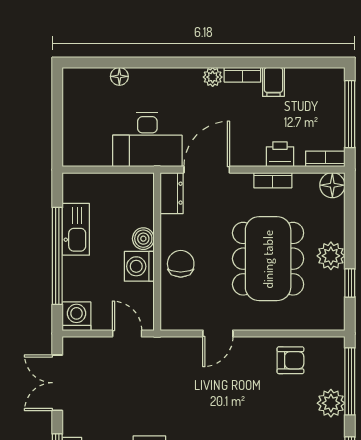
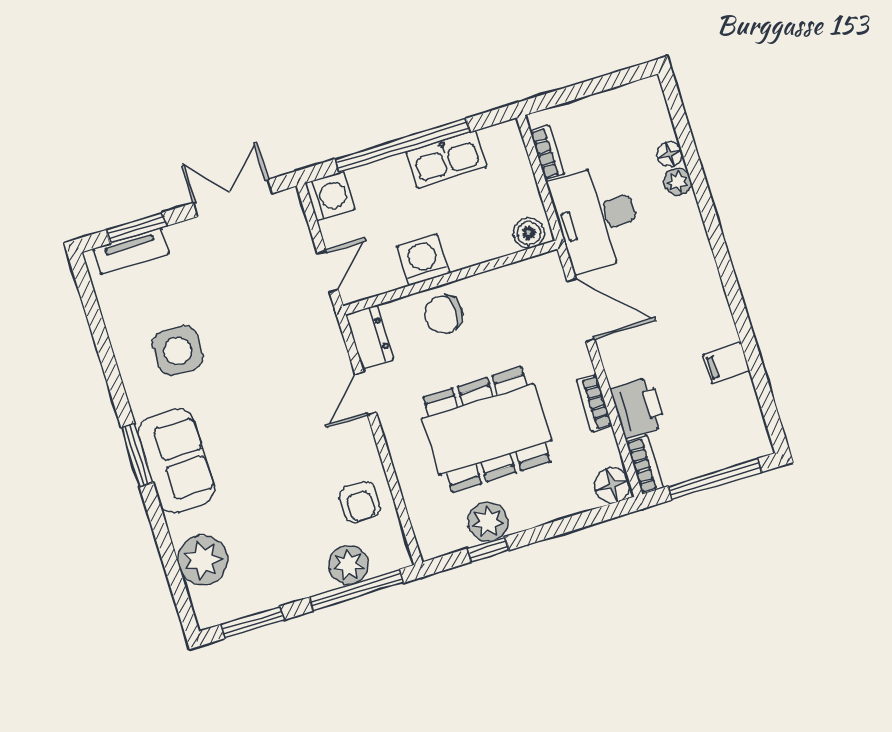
bookcase: (242, 75) -> (547, 153), moved, turned 180
plant: (213, 77) -> (677, 182), moved
printer: (280, 154) -> (638, 408), width x1.36, depth x1.24
dresser: (172, 193) -> (369, 337), moved, turned -90
boiler: (143, 239) -> (529, 233), moved
plant: (331, 256) -> (488, 522), moved
chair: (181, 264) -> (444, 314), turned 180
door: (218, 334) -> (366, 393), hinge flipped
plant: (331, 403) -> (349, 565), moved

